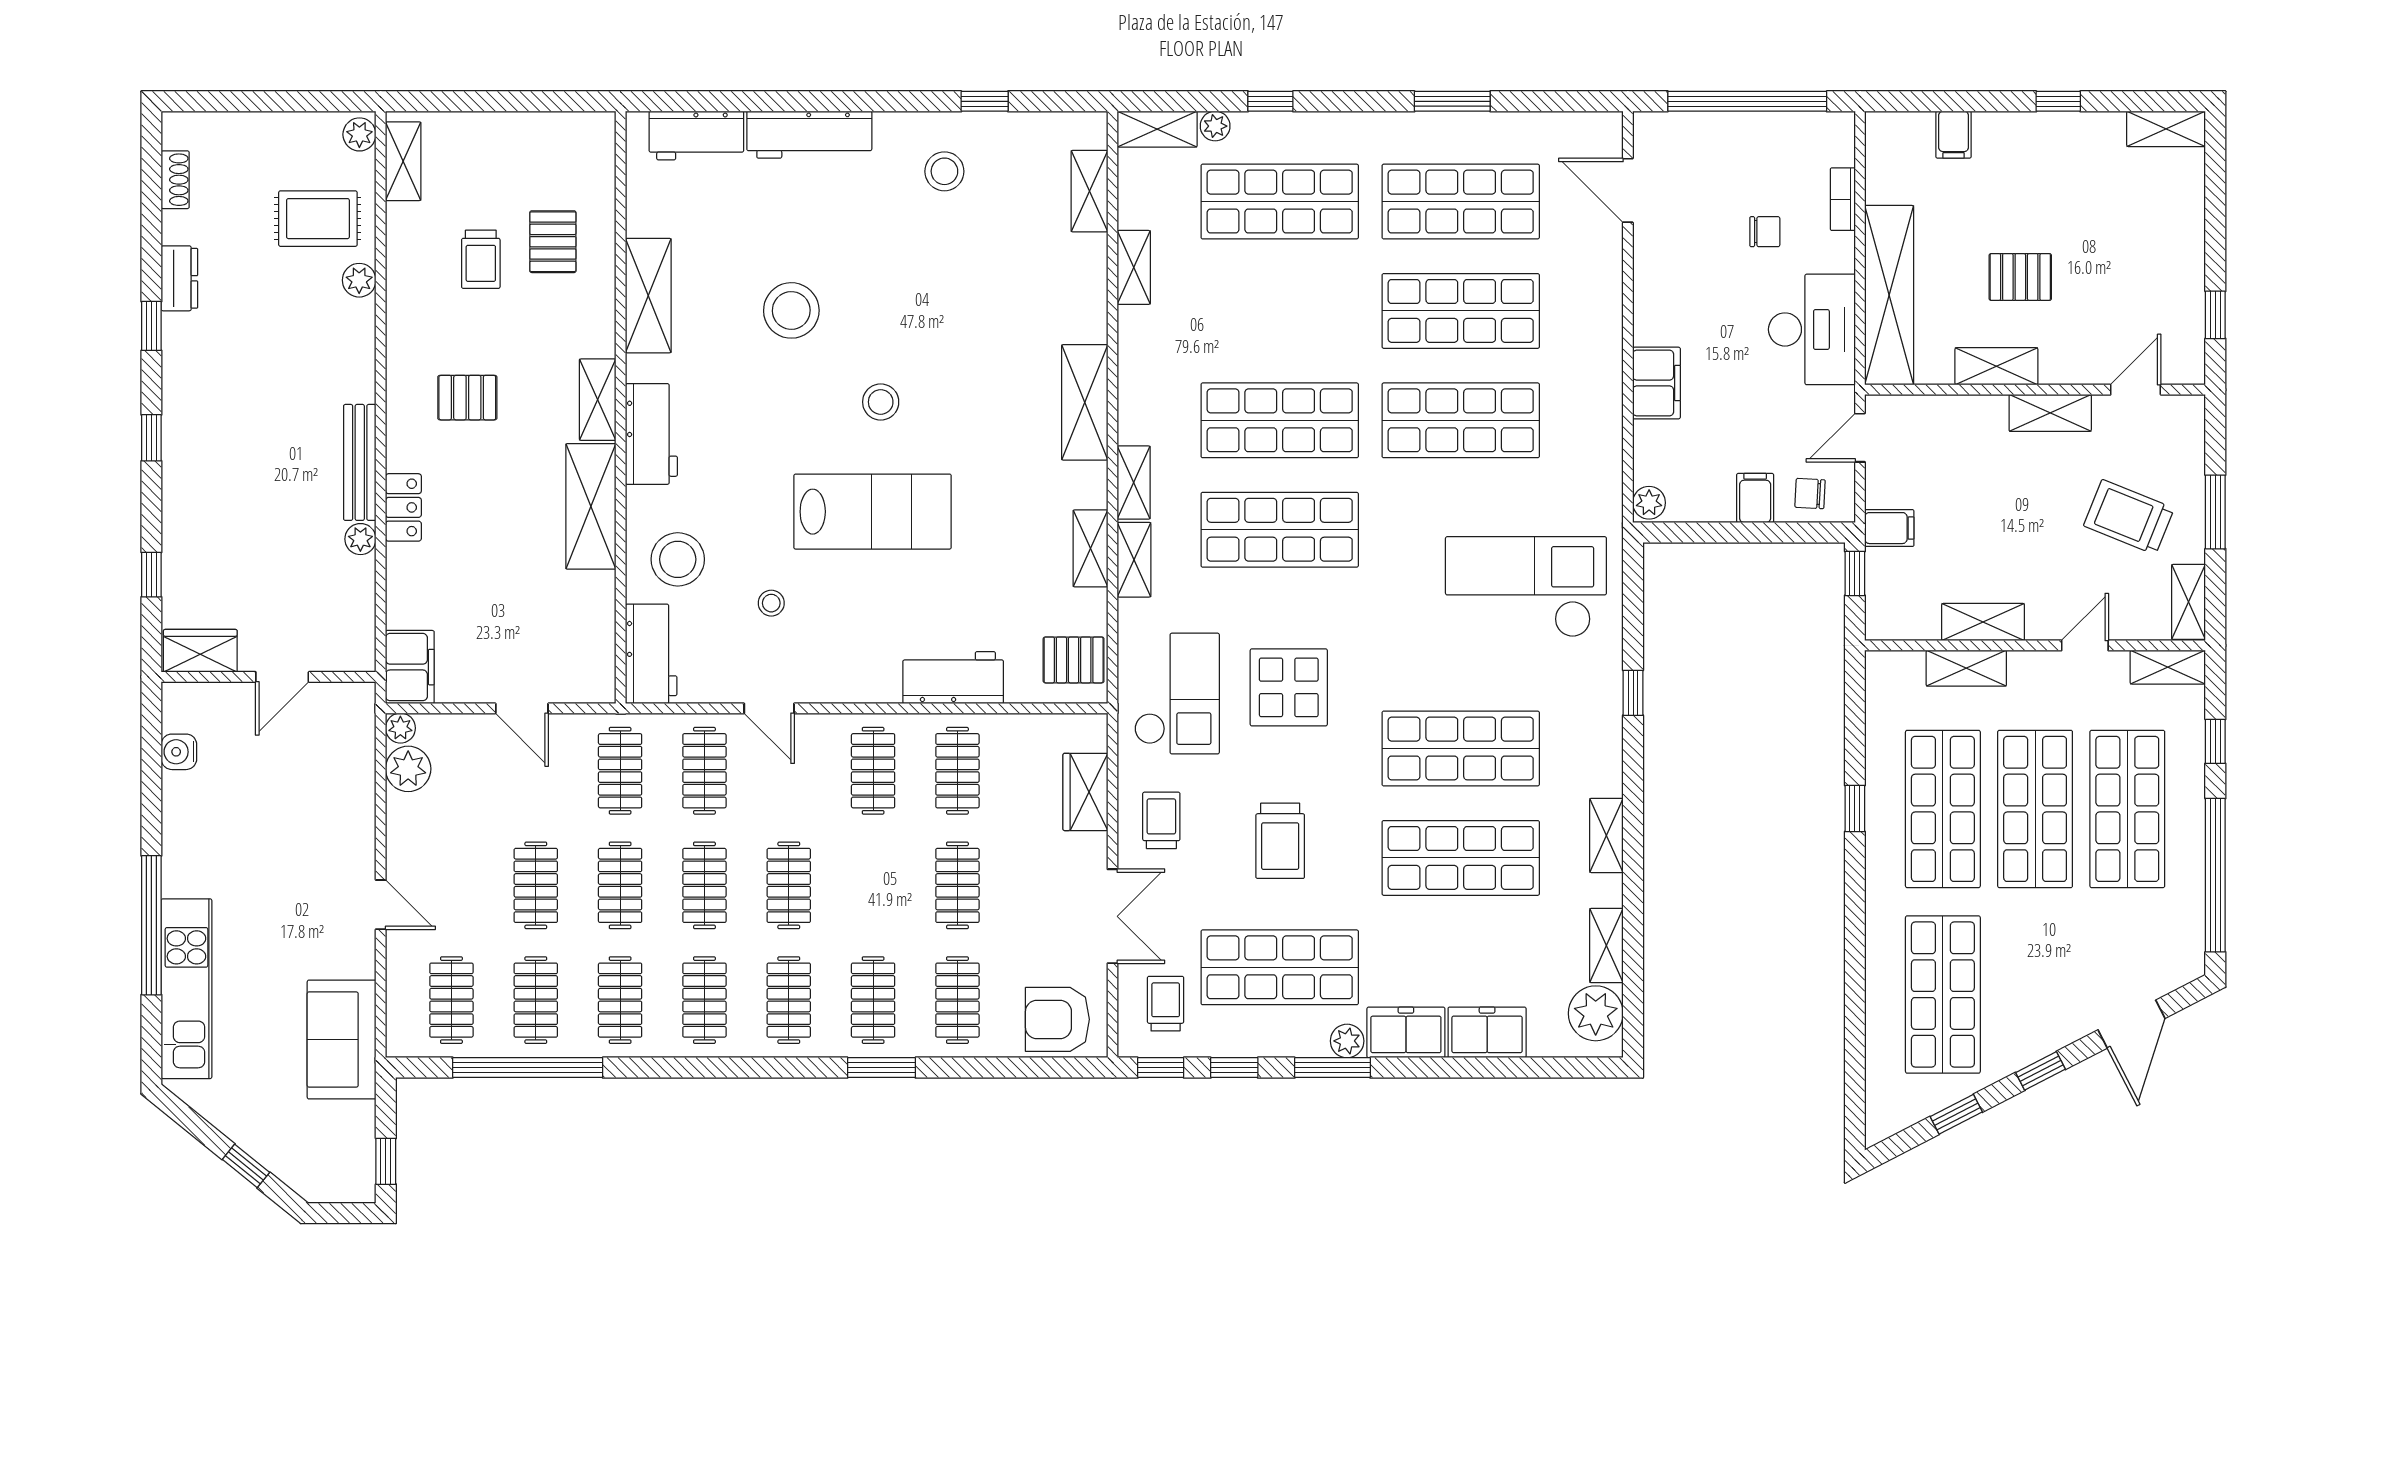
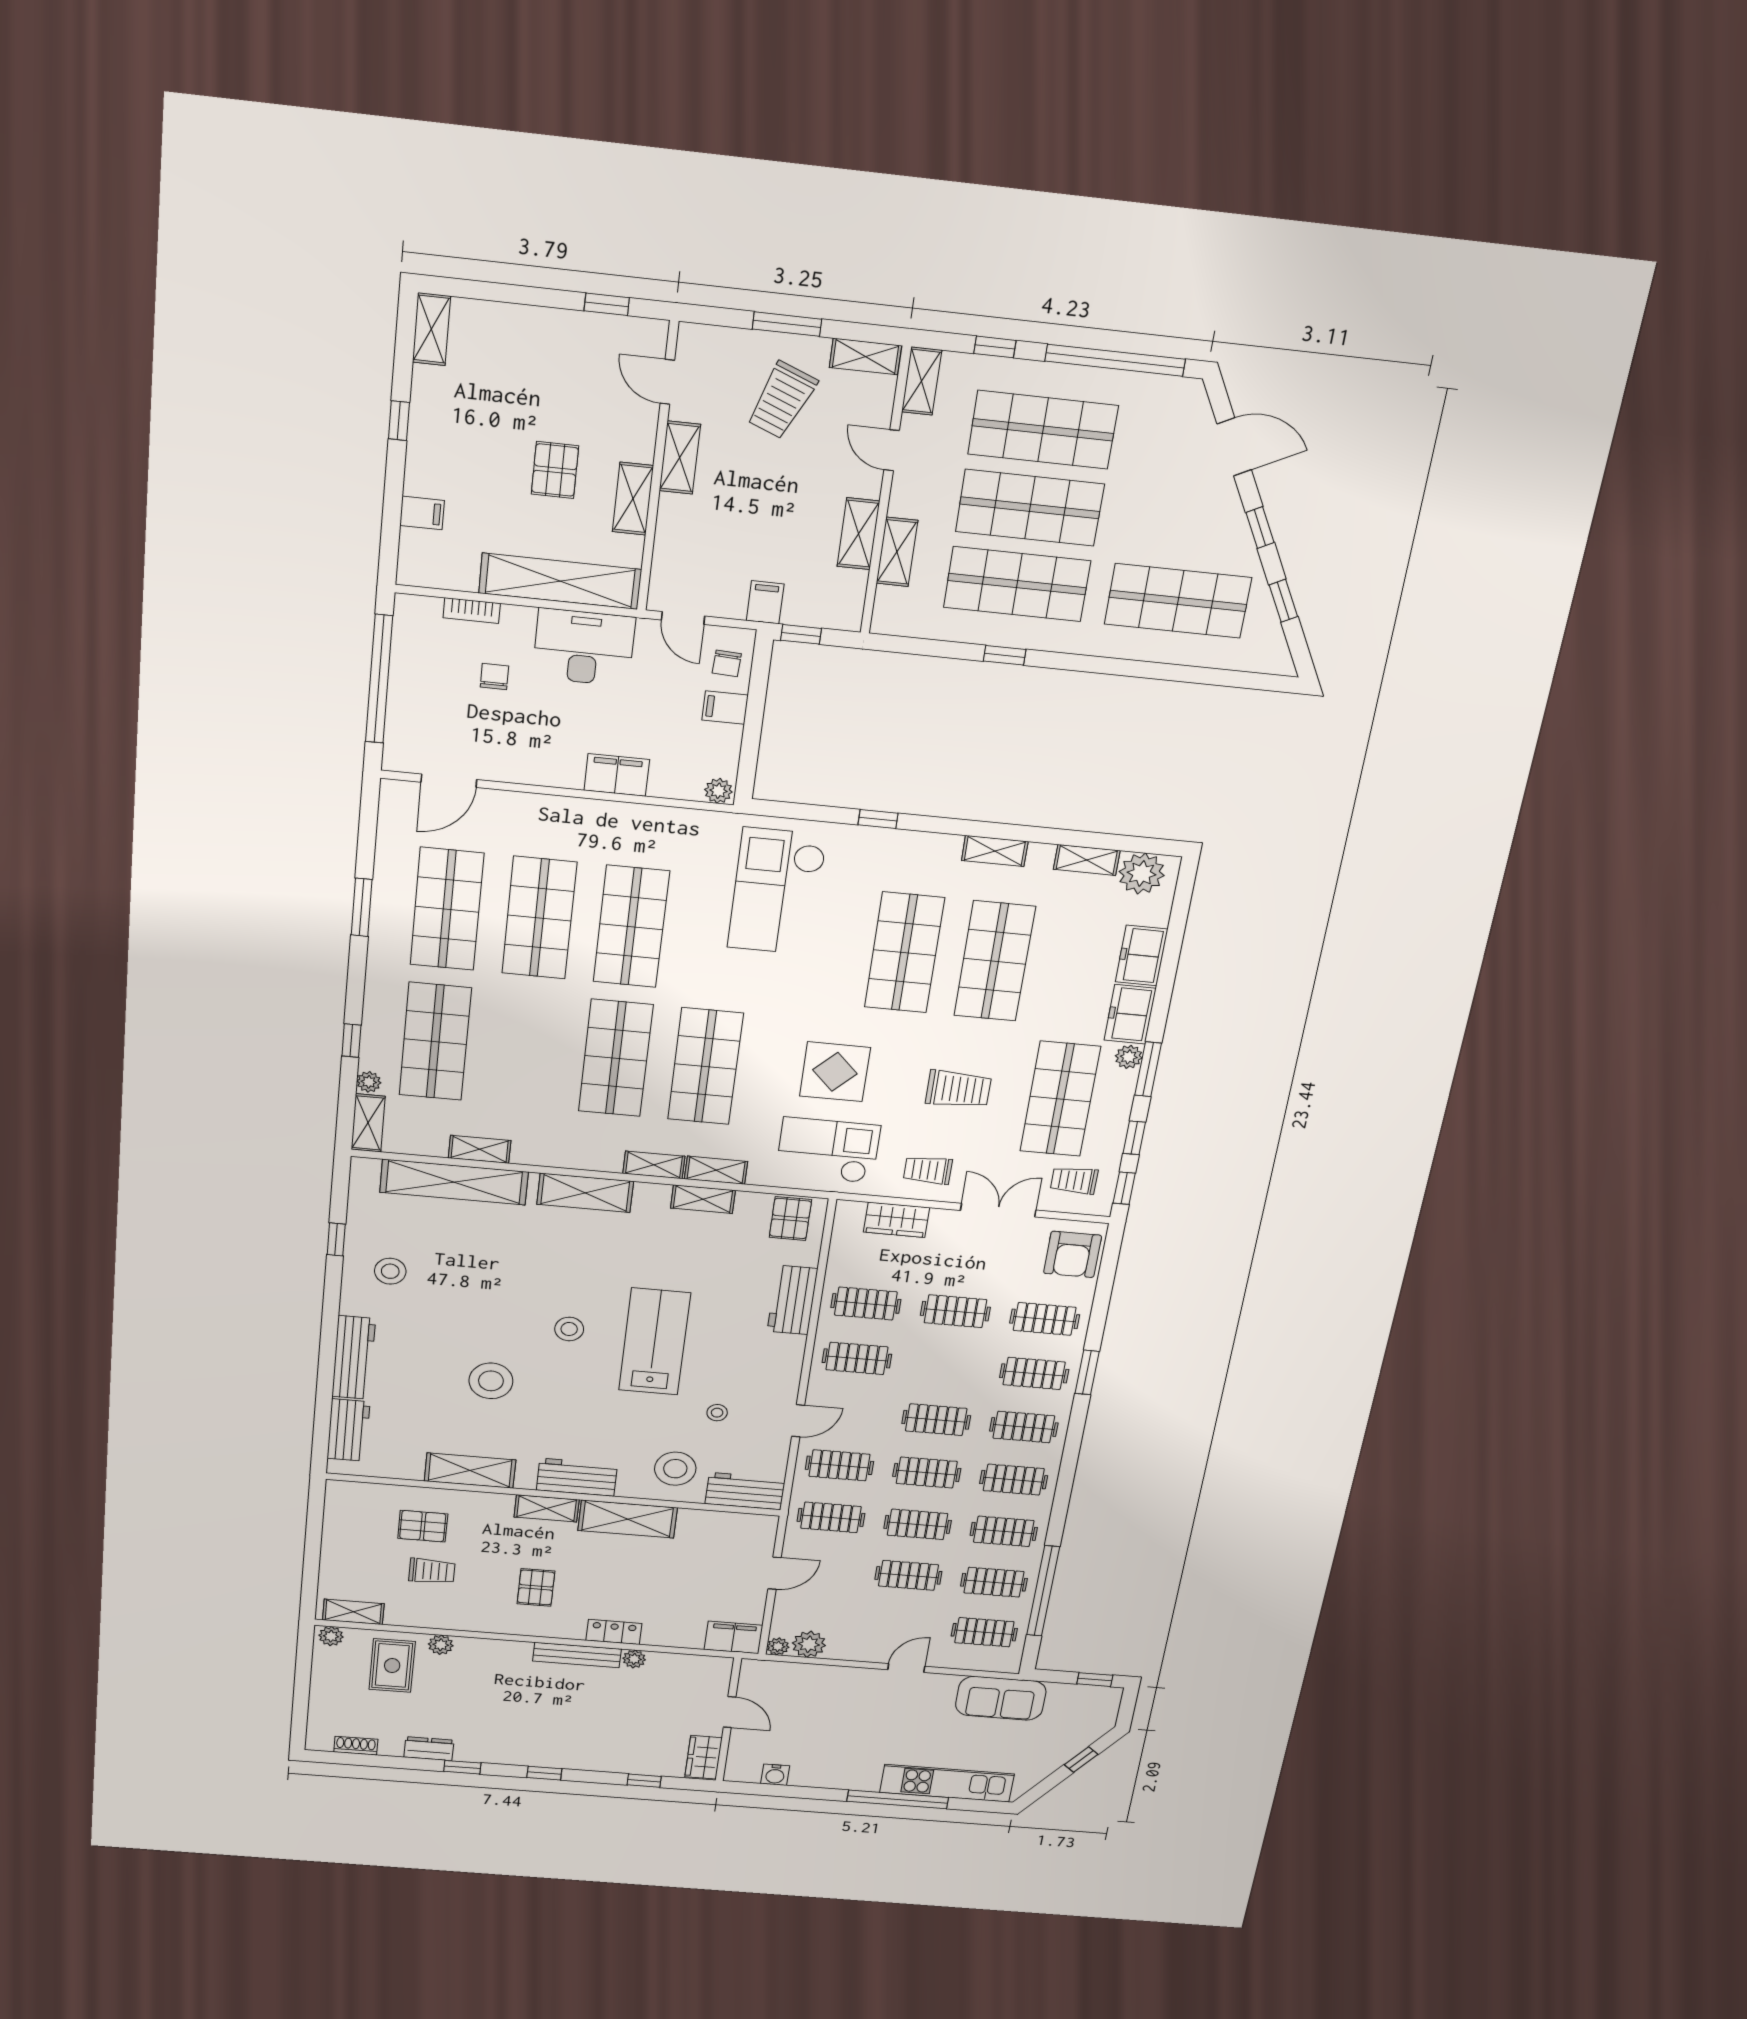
shelving: (1089, 191) -> (454, 1182), width x2.20, depth x1.33

